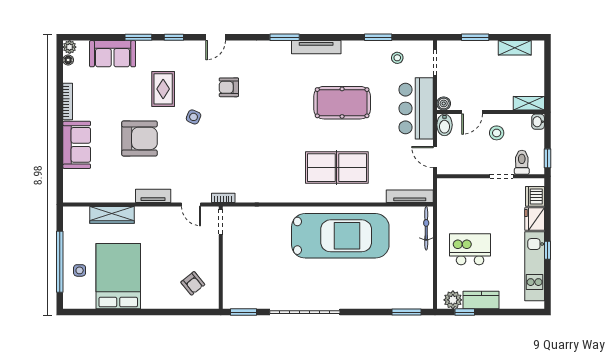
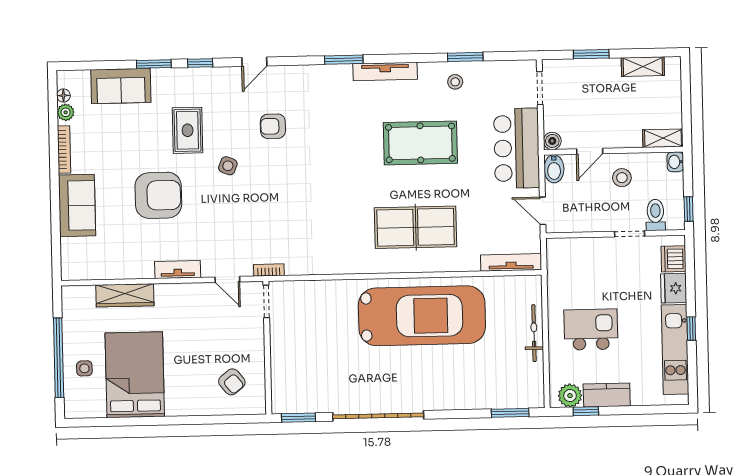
plant: (70, 47) -> (66, 112), moved
stool: (397, 58) -> (455, 82), moved
bicycle: (426, 228) -> (534, 333), moved

